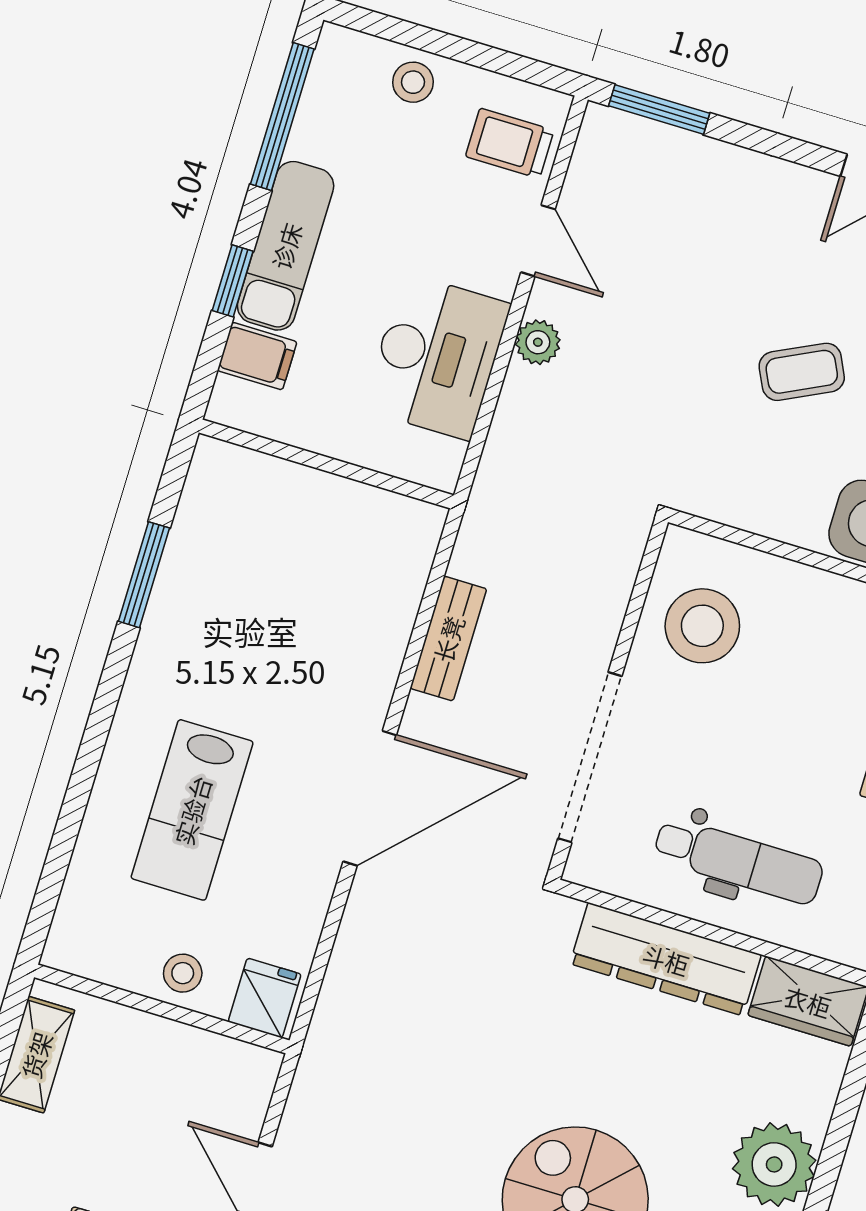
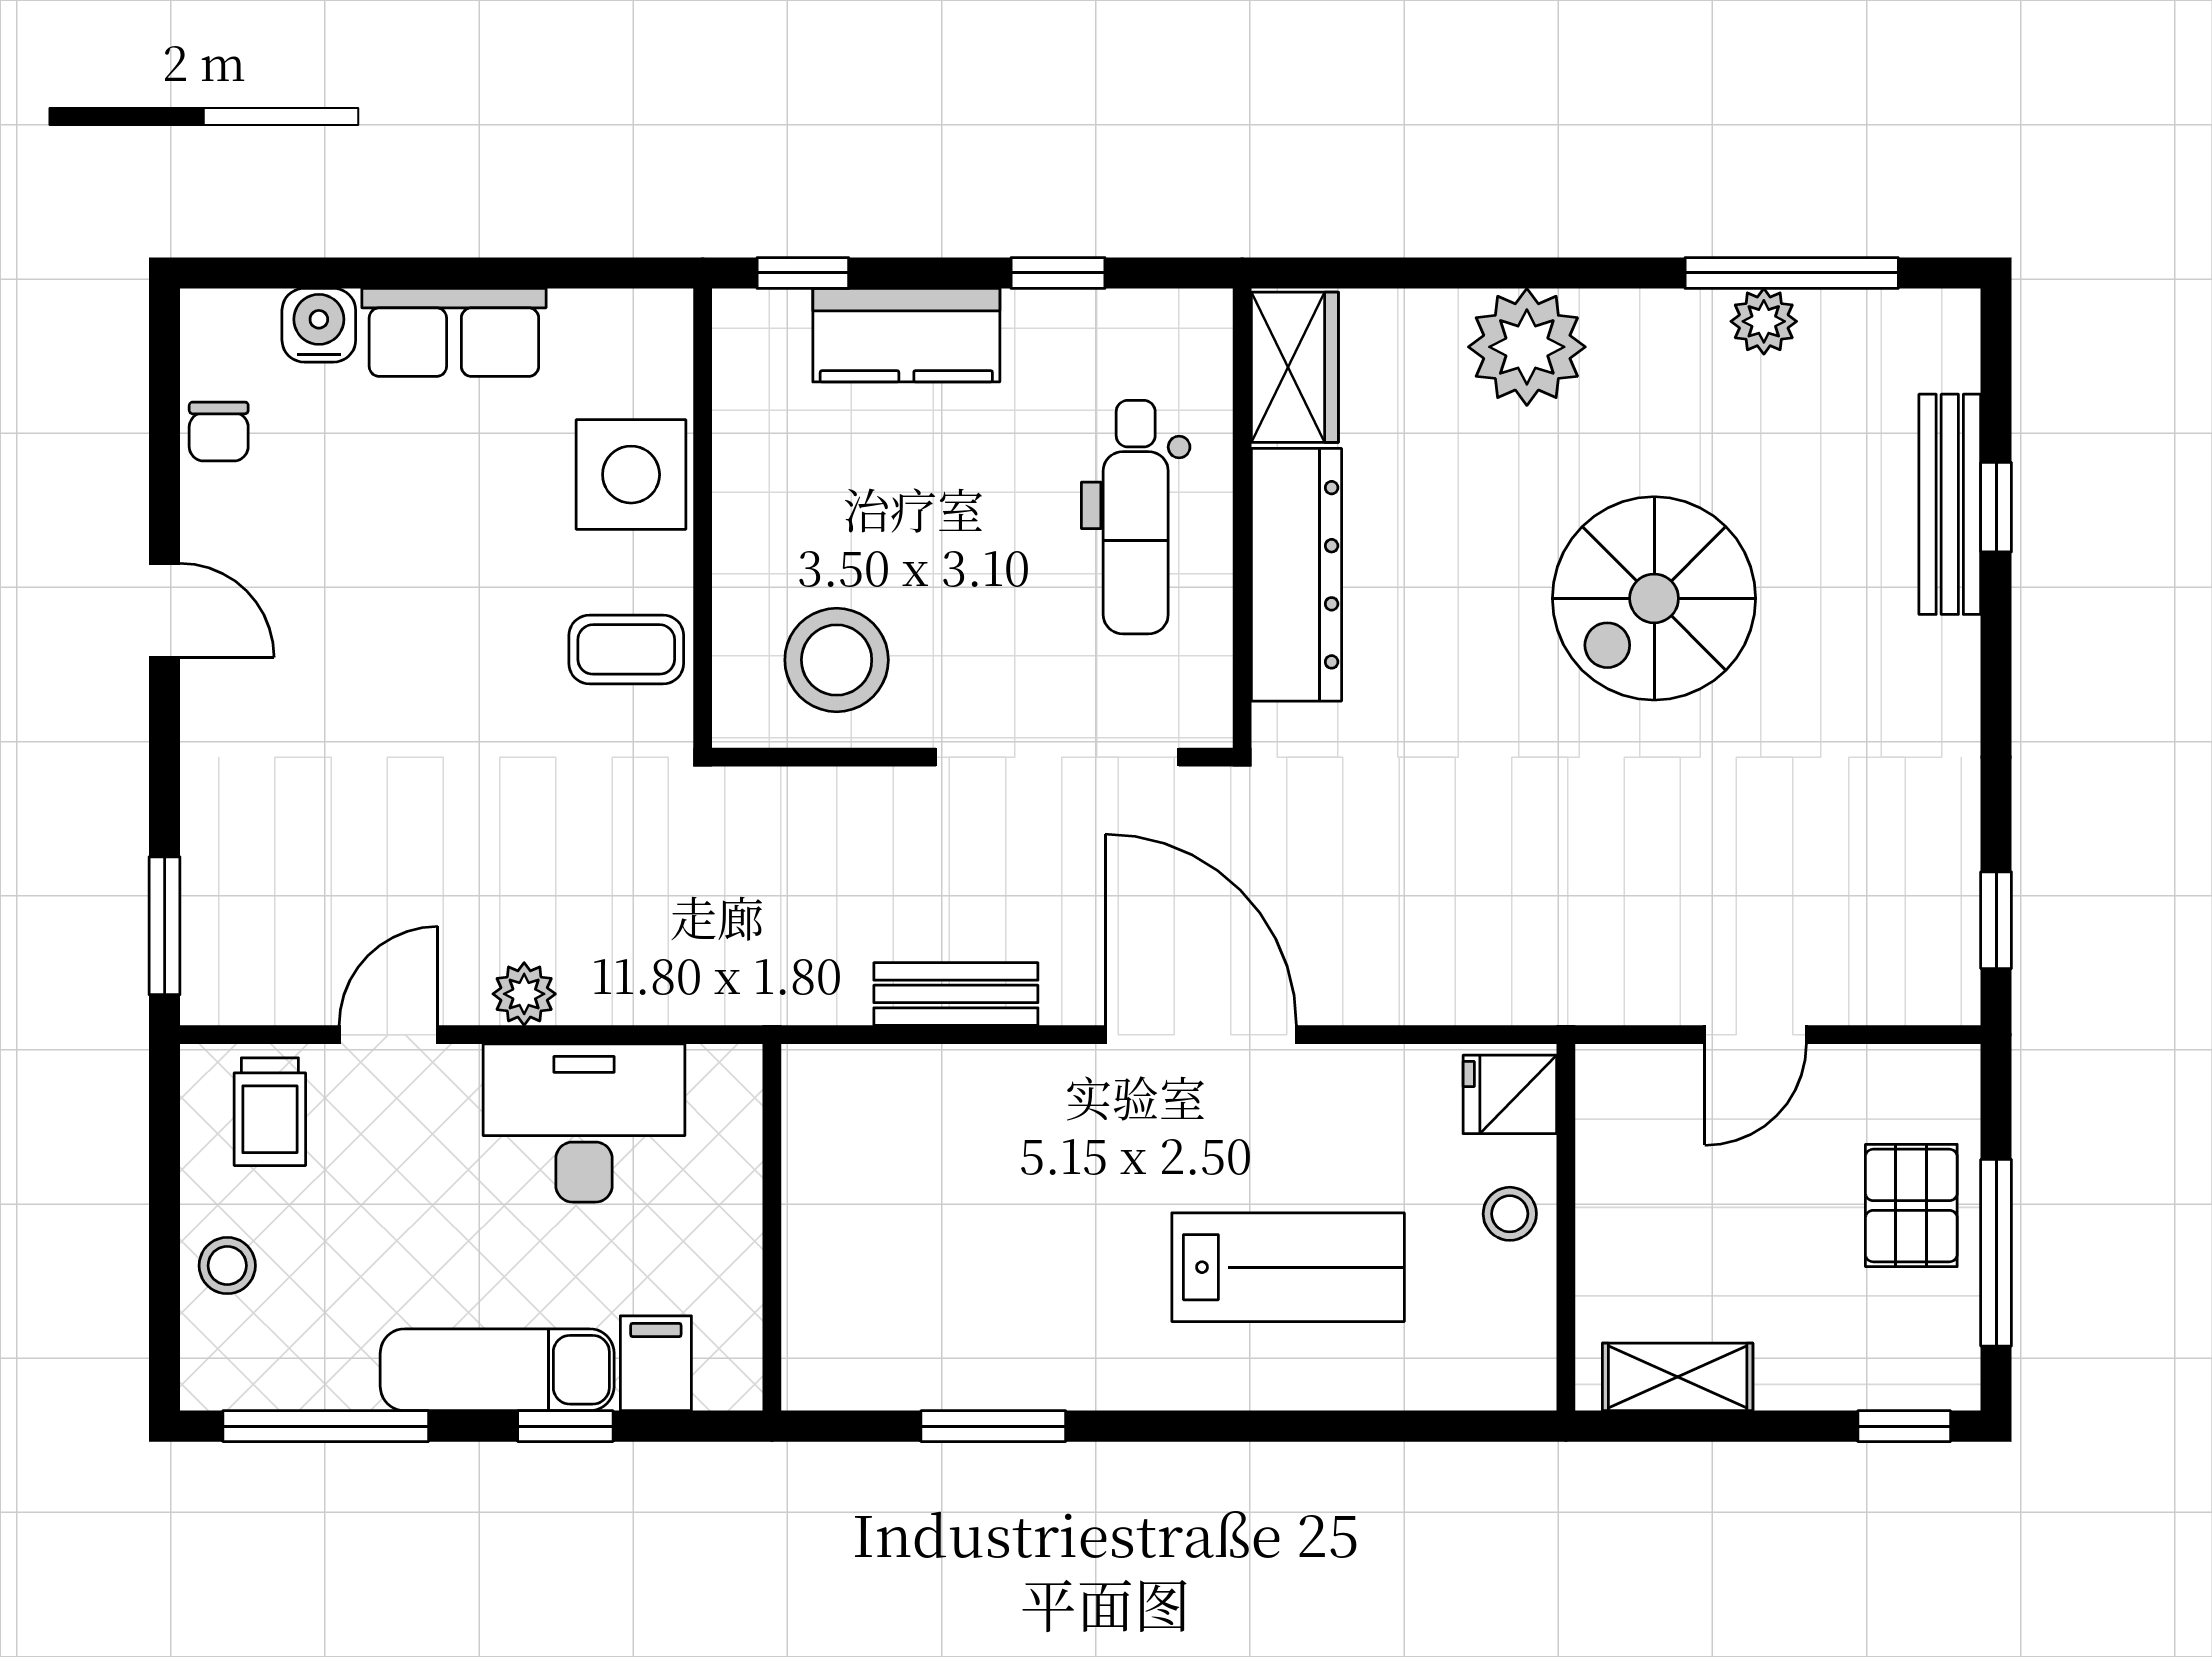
coffee table: (802, 372) -> (626, 649), moved, turned -64
dental chair: (738, 861) -> (1136, 517), turned 180

